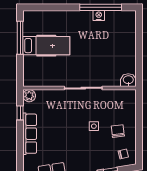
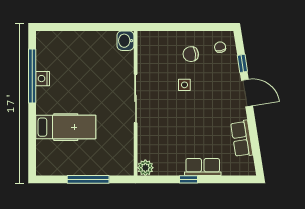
window: (20, 38) -> (88, 179), moved
hospital bed: (46, 46) -> (66, 127), moved, turned 90
window: (20, 113) -> (188, 179), moved
row of seats: (30, 134) -> (203, 167), width x0.68

